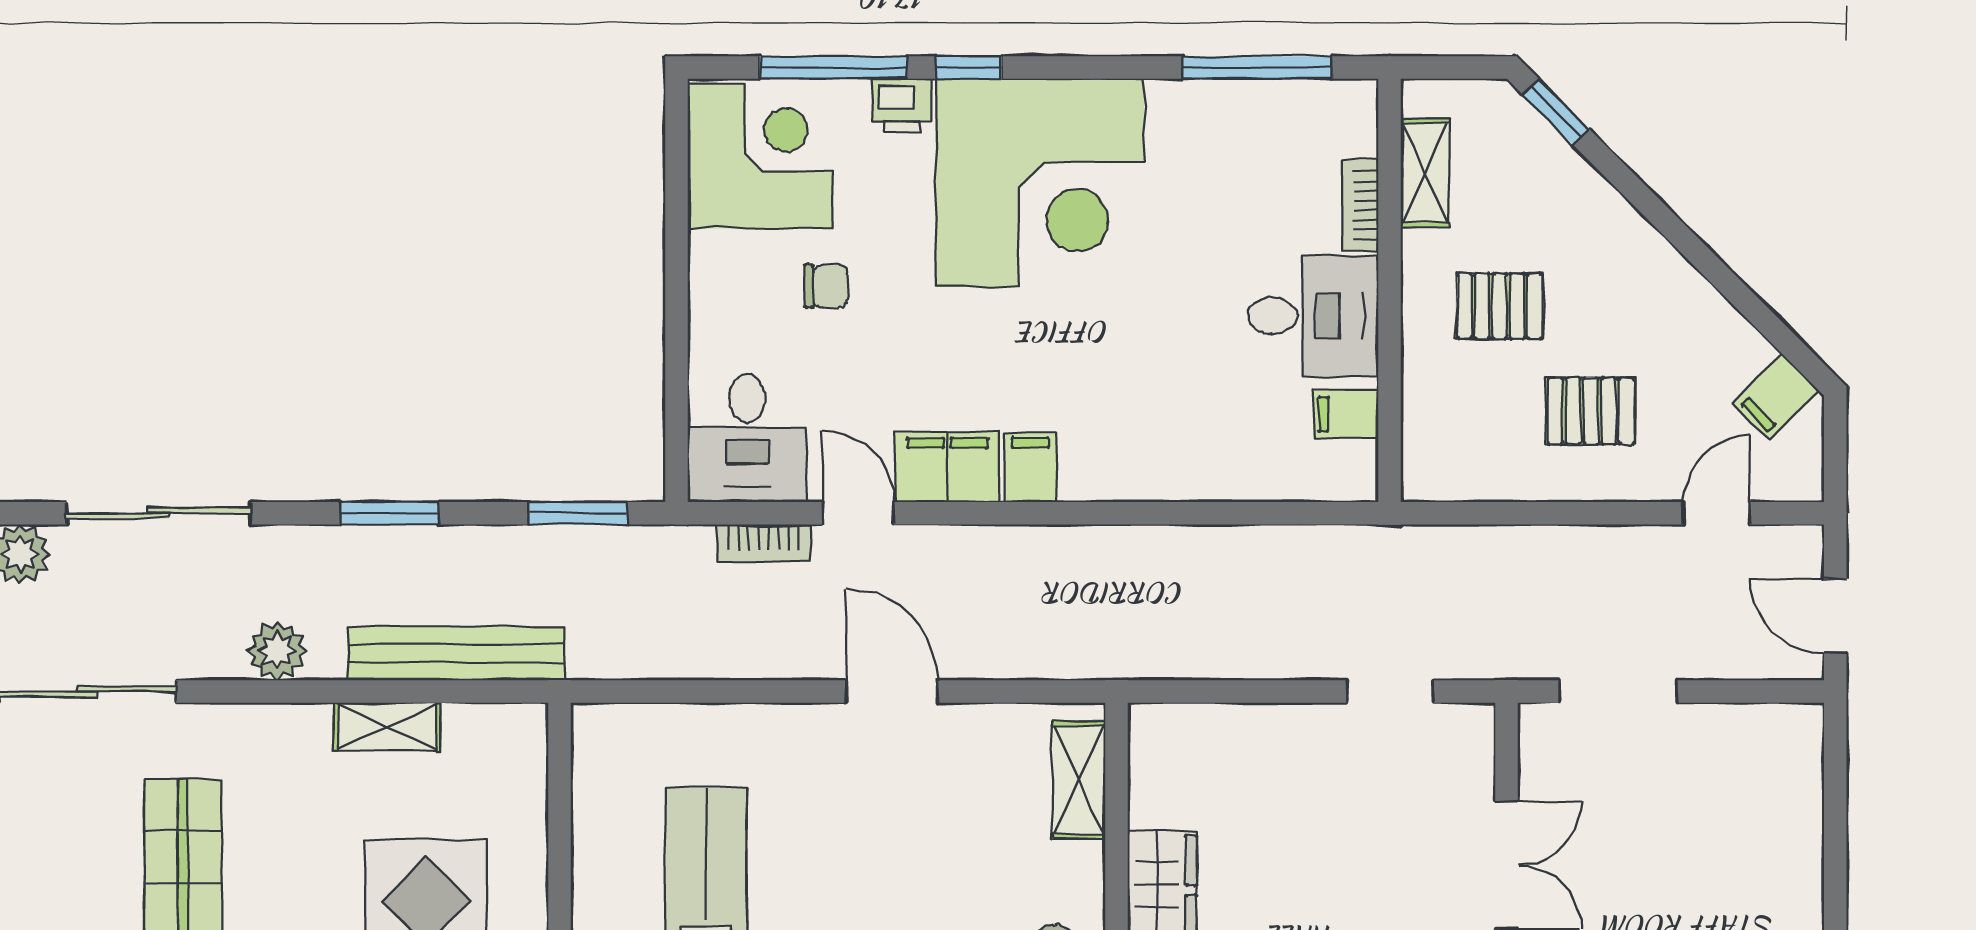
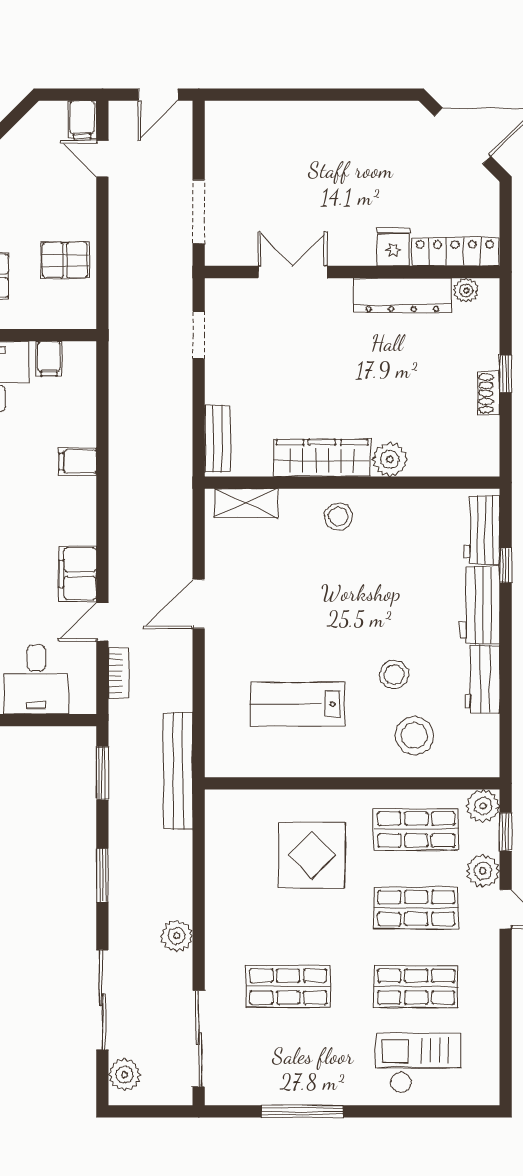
filing cabinet: (1776, 397) -> (82, 120), moved, turned 45
pallet: (1591, 411) -> (65, 260), moved, turned 90
desk: (747, 438) -> (36, 680), moved, turned 90
filing cabinet: (1030, 467) -> (78, 462), moved
bench: (456, 653) -> (178, 771), moved
bench: (1198, 726) -> (217, 439), added
shelving: (387, 727) -> (218, 876), removed

